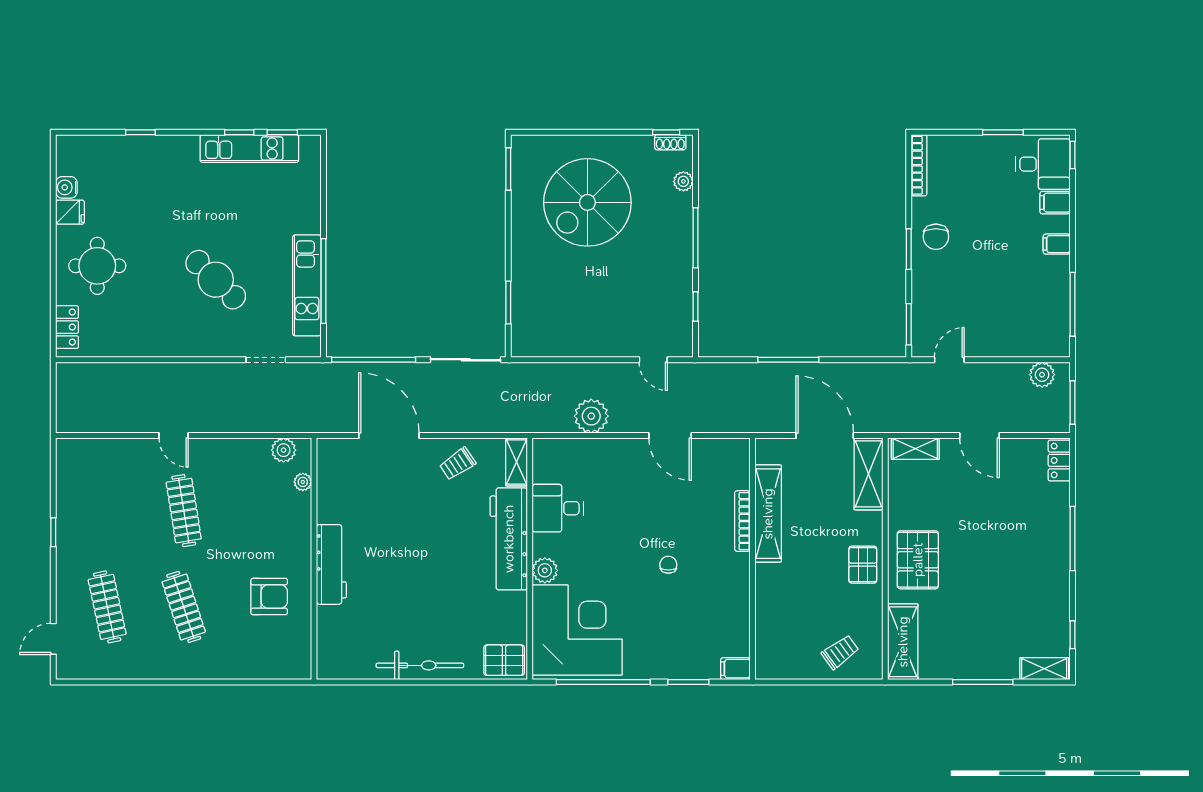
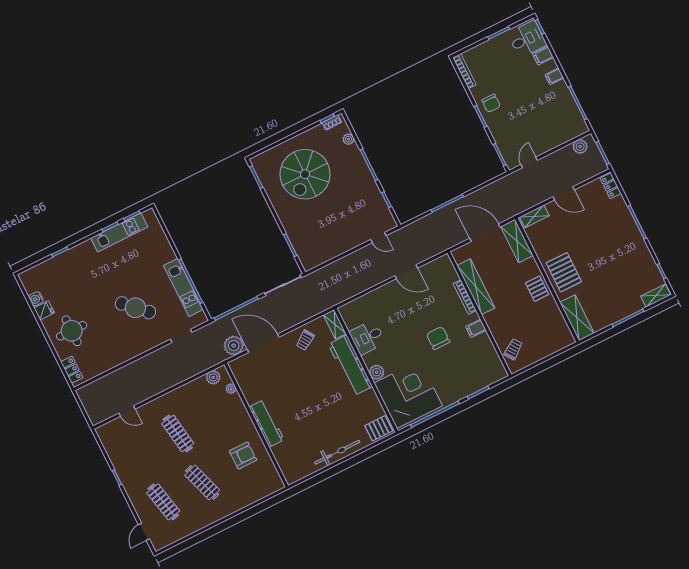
plant: (591, 416) -> (234, 346), moved
door: (174, 436) -> (127, 411), moved
chair: (668, 565) -> (438, 338), width x1.87, depth x1.87
trolley: (840, 652) -> (513, 349), moved
filing cabinet: (735, 669) -> (476, 328), moved

